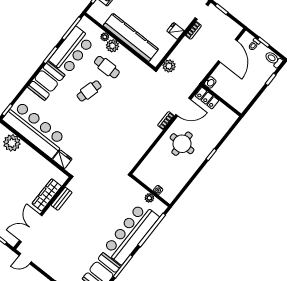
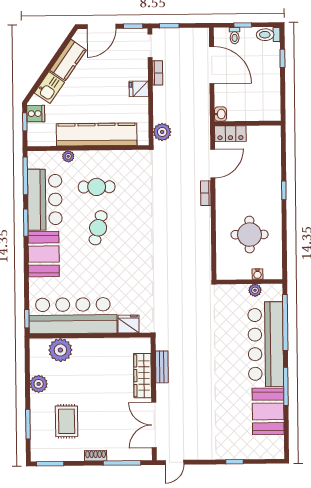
plant: (112, 46) -> (84, 159), removed
round table: (182, 144) -> (250, 235), moved

